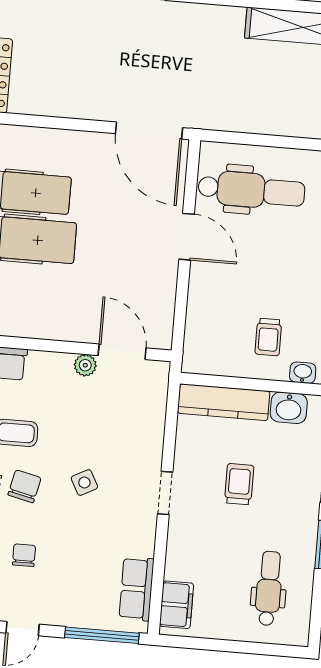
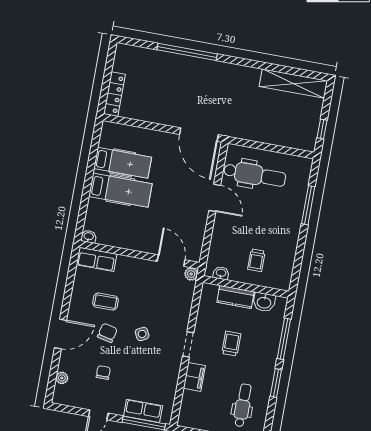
plant: (85, 365) -> (191, 274), moved
washbasin: (303, 373) -> (221, 273), moved
kitchen counter: (224, 402) -> (236, 297), width x0.67
row of seats: (137, 589) -> (143, 411), moved, turned 90
filing cabinet: (176, 605) -> (194, 377), moved

